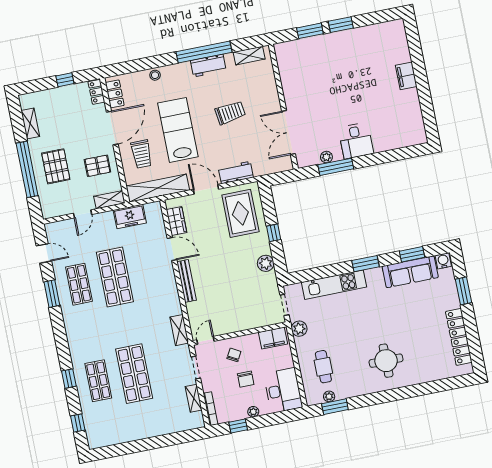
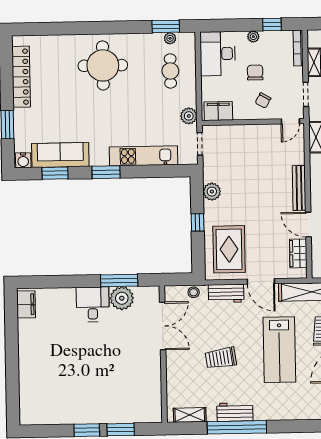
stool: (155, 75) -> (194, 292), moved
filing cabinet: (406, 76) -> (26, 304), moved
plant: (326, 157) -> (122, 298), width x1.87, depth x1.87
round table: (386, 361) -> (103, 65), width x1.36, depth x1.36

